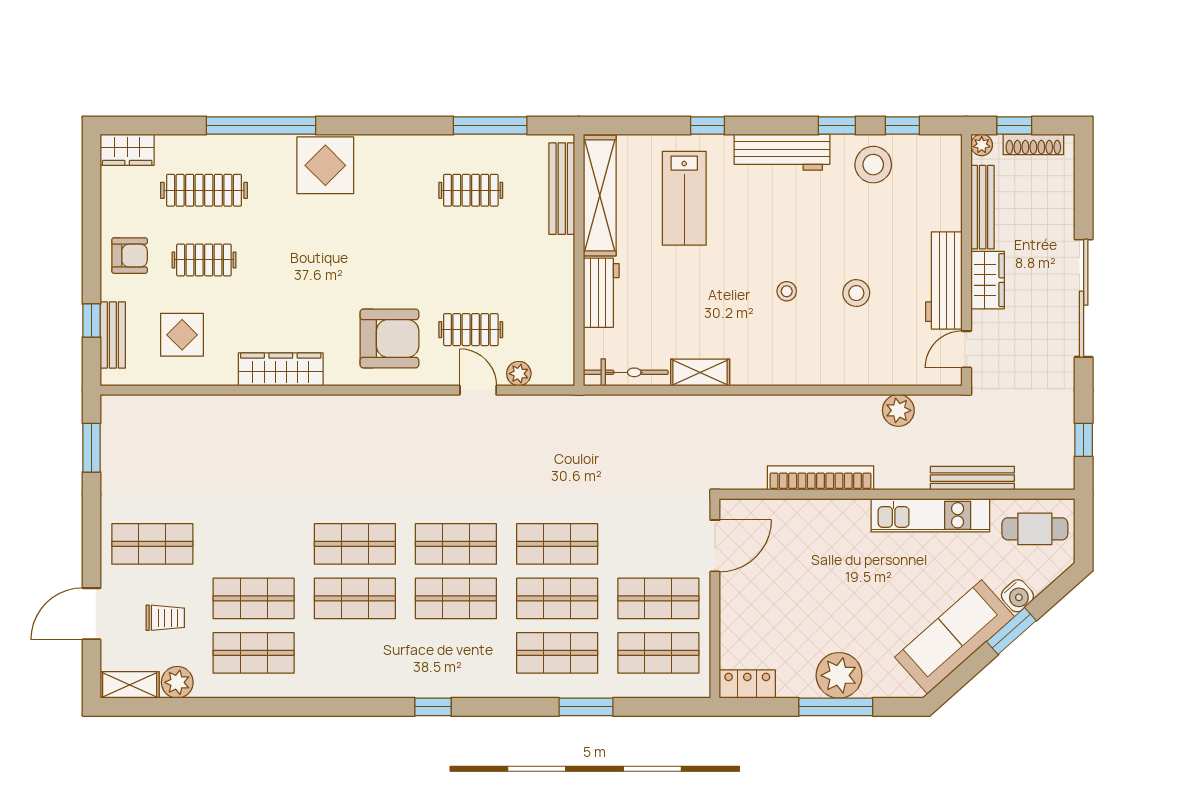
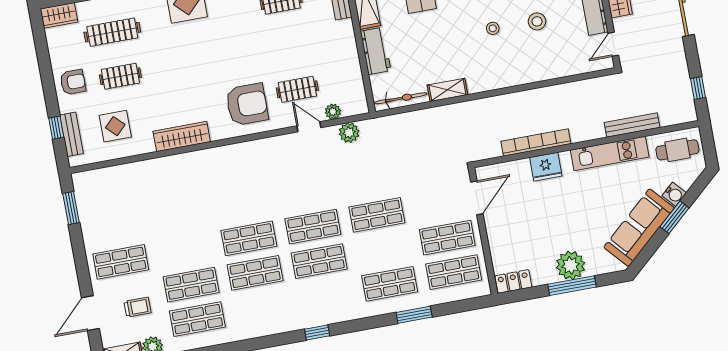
plant: (898, 410) -> (349, 133), moved
fridge: (829, 518) -> (546, 167), added
shop shelf: (557, 598) -> (383, 249), removed

